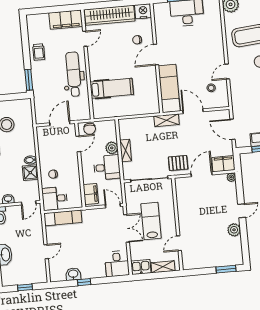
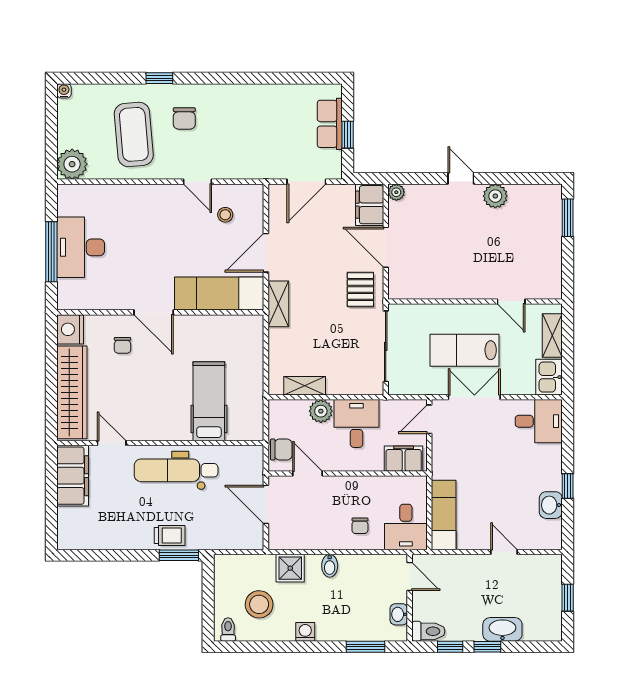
trolley: (39, 52) -> (170, 535), moved
shelving: (126, 150) -> (305, 386), moved
shower: (30, 173) -> (290, 568), moved

